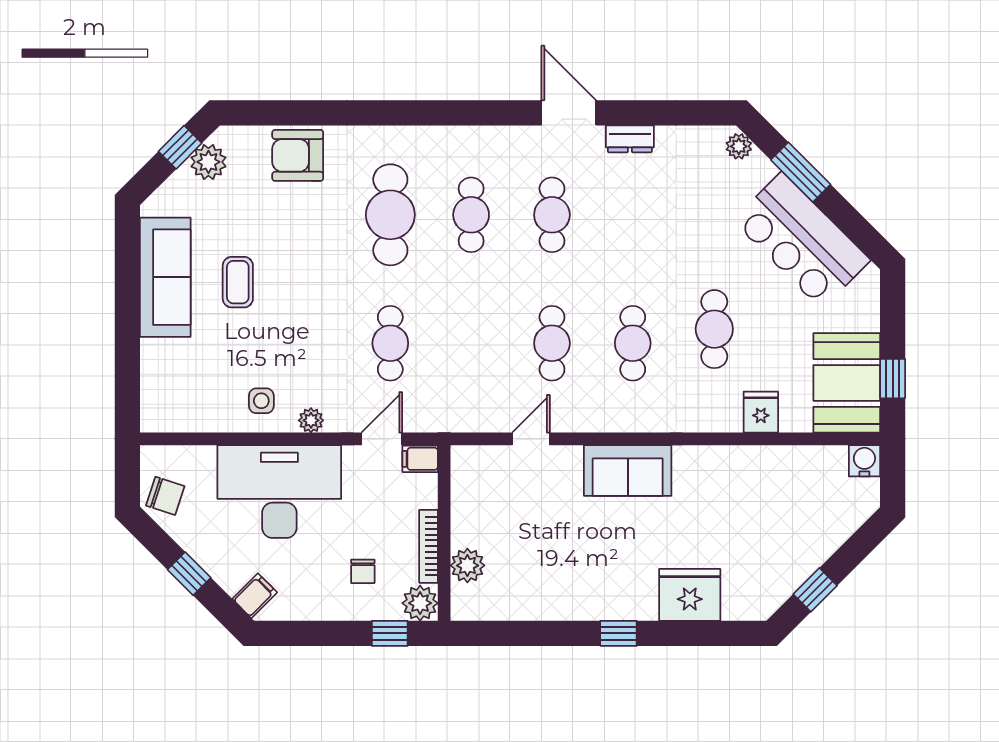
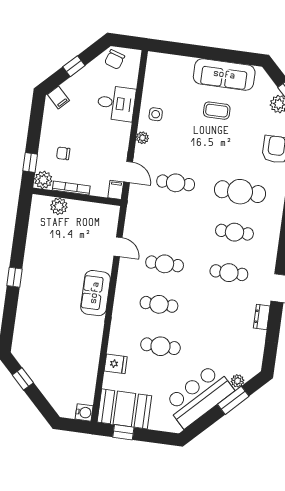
plant: (739, 146) -> (237, 381), moved
desk: (279, 492) -> (116, 103), width x0.53, depth x0.77
fridge: (690, 595) -> (29, 316), removed

